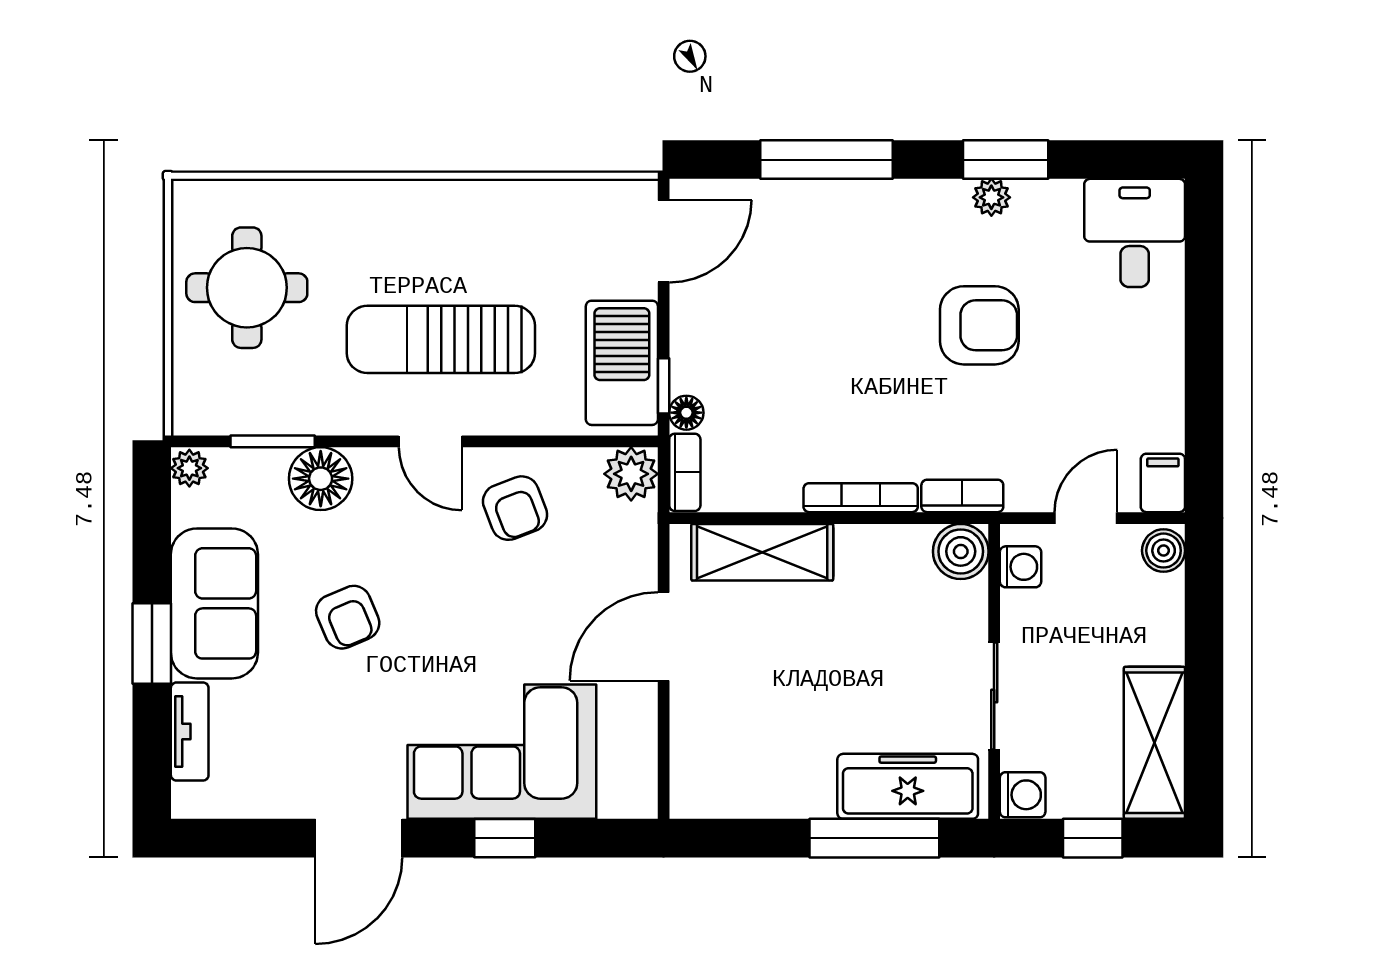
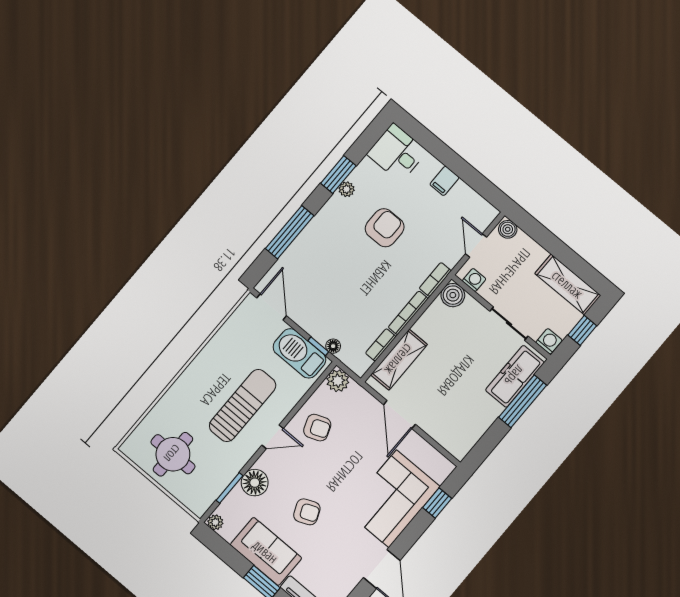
sun lounger: (441, 339) -> (243, 406), turned 180
bookcase: (685, 472) -> (381, 345), moved, turned -90
filing cabinet: (1163, 483) -> (444, 181), moved, turned -90
window: (505, 838) -> (437, 503), moved

